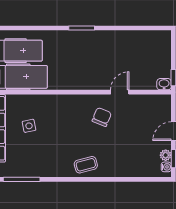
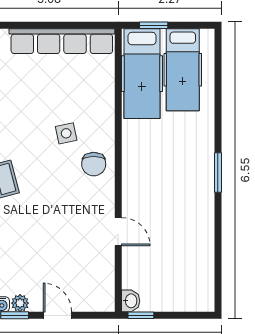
chair: (102, 117) -> (94, 164), moved, turned 68
side table: (29, 126) -> (66, 133), moved

